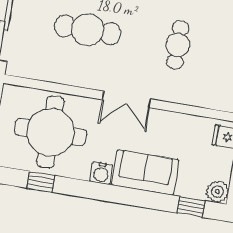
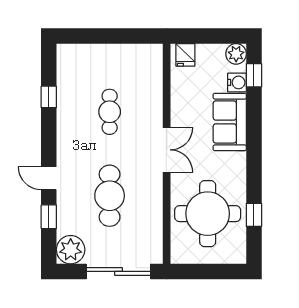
cafe table: (178, 45) -> (110, 112), turned 90
water cooler: (101, 173) -> (237, 82), moved

